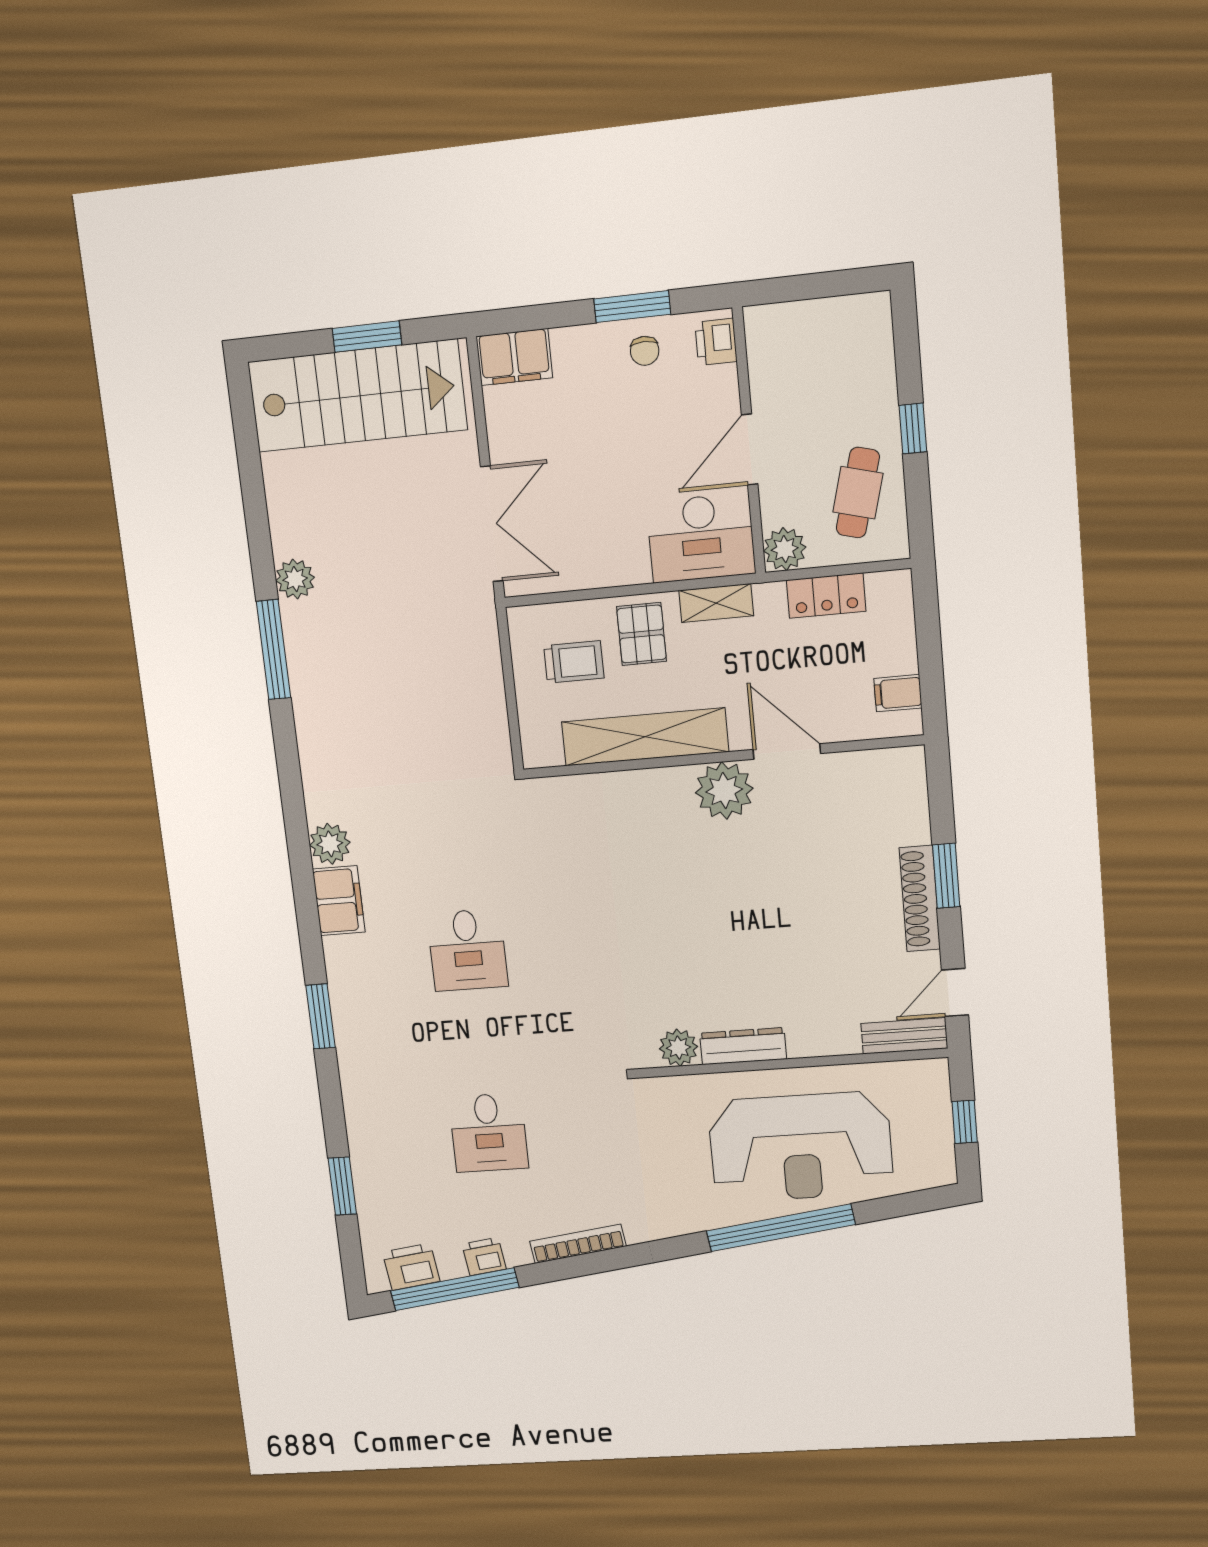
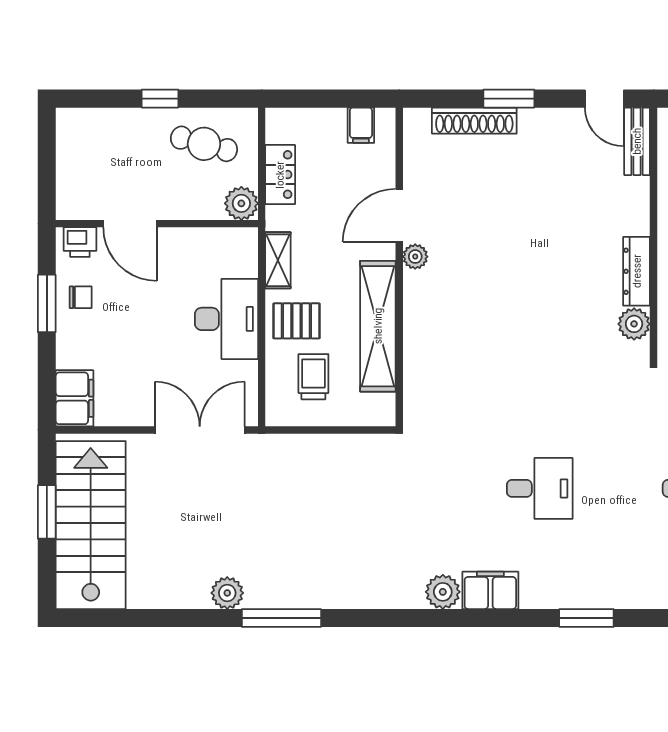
door: (750, 449) -> (130, 224), moved
desk: (701, 538) -> (226, 319), moved
plant: (724, 791) -> (415, 257), width x0.53, depth x0.53
shoe rack: (920, 899) -> (474, 121), moved

